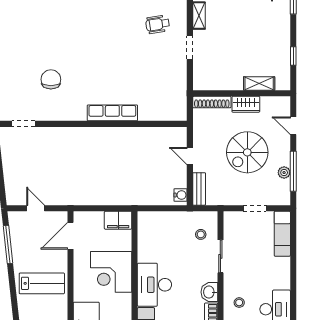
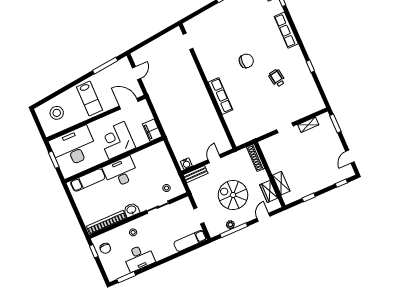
wheelchair: (158, 24) -> (277, 78), moved
chair: (51, 79) -> (246, 61), moved
wardrobe: (246, 104) -> (269, 191), moved

